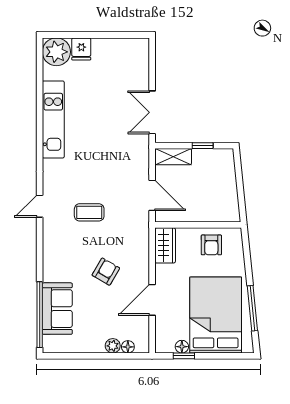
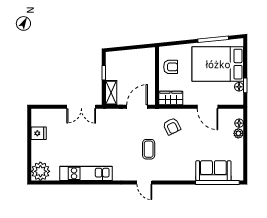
fridge: (81, 49) -> (39, 133), moved
armchair: (106, 272) -> (172, 126), moved, turned -146

